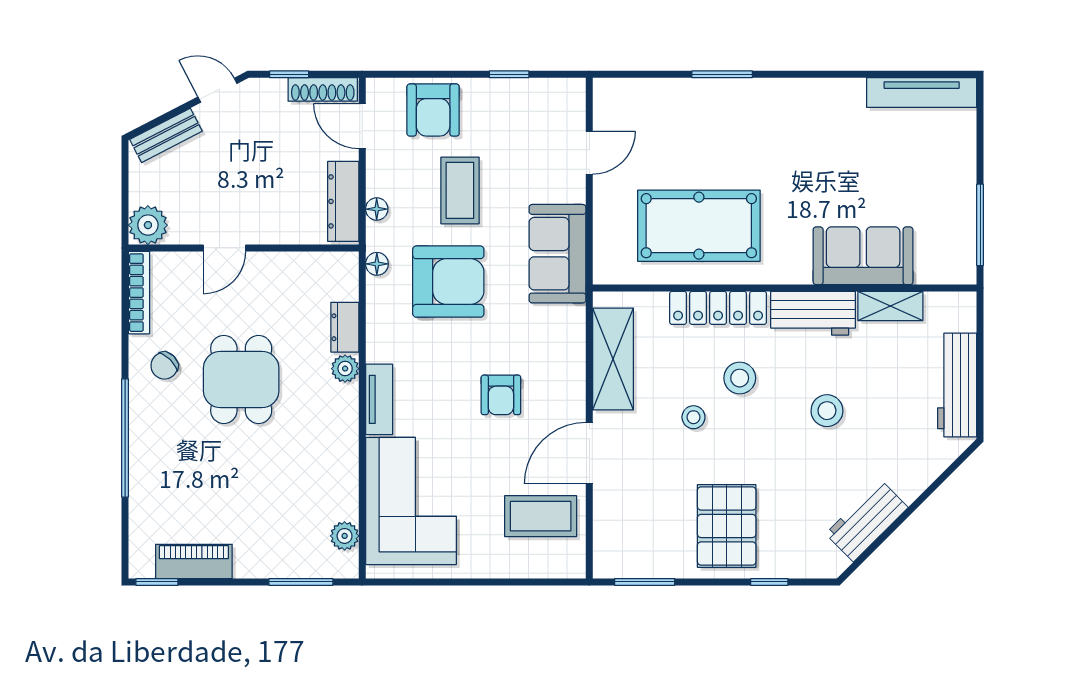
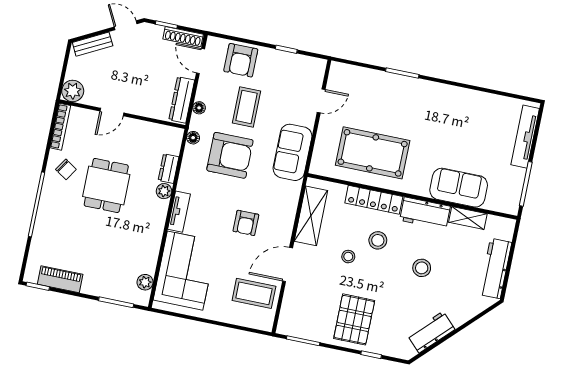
tv unit: (922, 93) -> (525, 137), moved, turned 90
chair: (164, 366) -> (66, 169), turned -102

